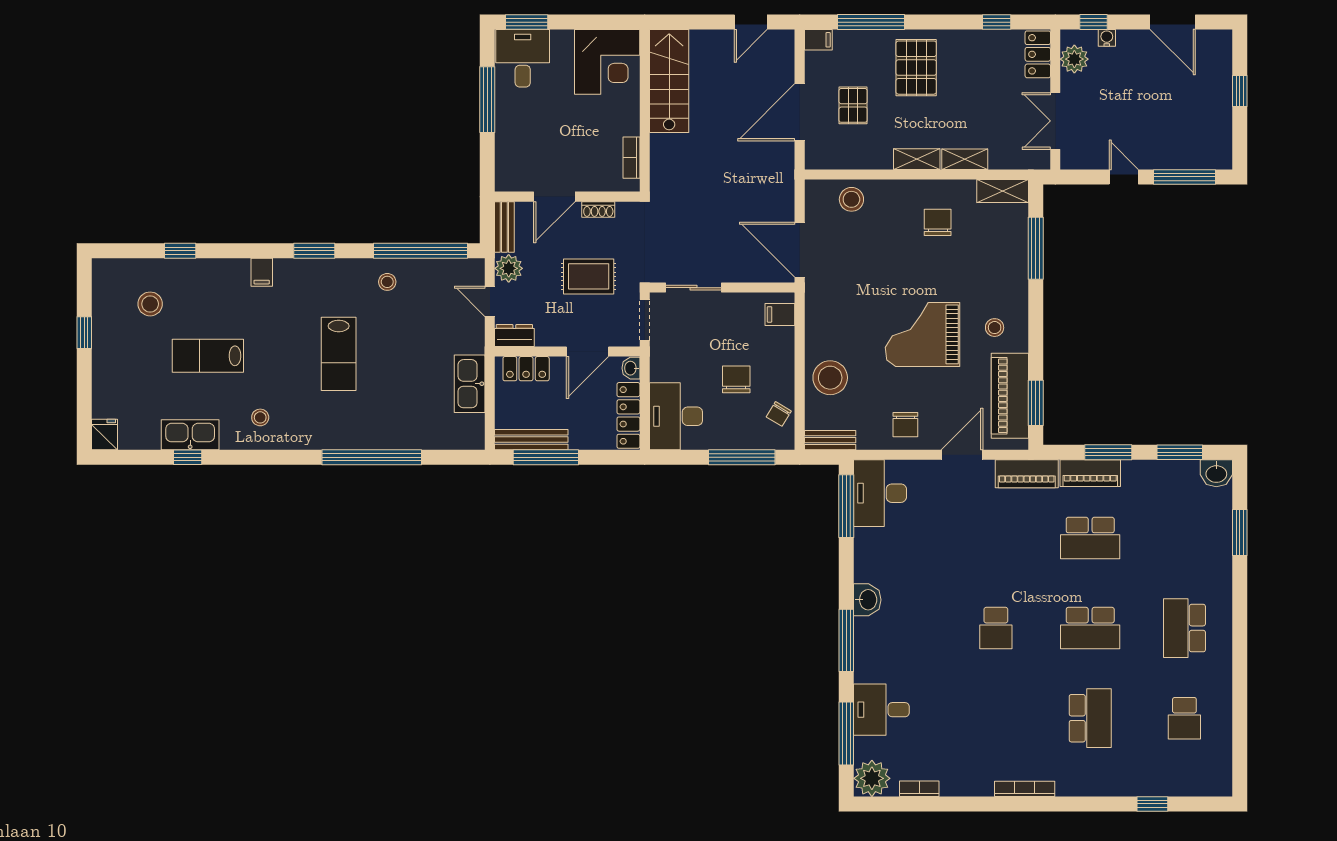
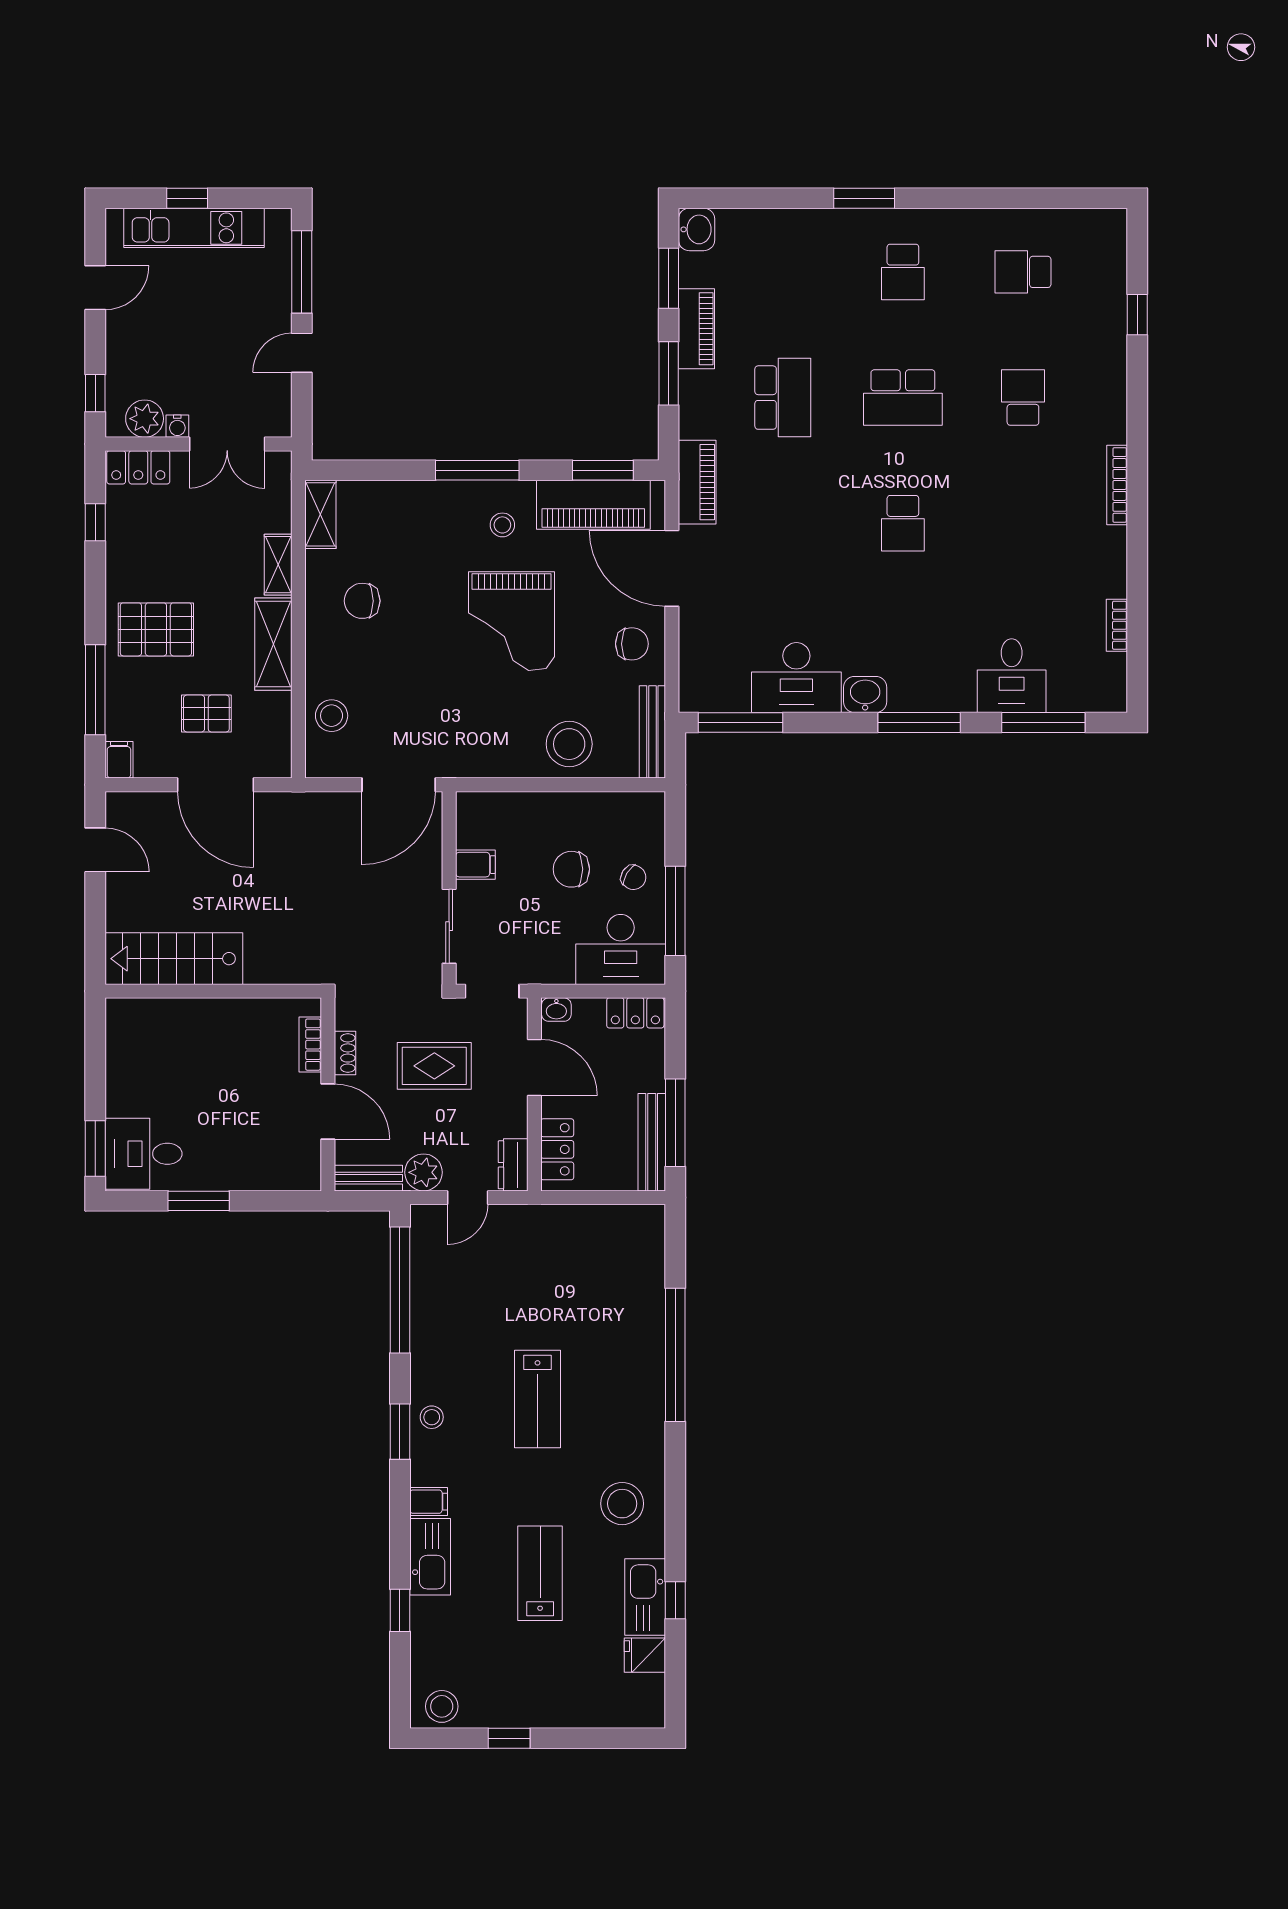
door: (1173, 22) -> (95, 288), width x0.73
water cooler: (1107, 38) -> (177, 426), moved, turned -90
corner desk: (607, 62) -> (148, 1041), removed
kitchen unit: (1217, 96) -> (194, 228), added
window: (487, 100) -> (199, 1201), width x0.69
bookcase: (632, 158) -> (310, 1045), moved, turned 90
shelving: (917, 159) -> (273, 644), width x1.50, depth x1.33
window: (1036, 248) -> (477, 470), moved
rug: (589, 276) -> (434, 1066), turned 90
stool: (387, 282) -> (432, 1417), moved
stool: (150, 304) -> (442, 1706), moved
filing cabinet: (780, 314) -> (475, 865), moved, turned -90
lab bench: (339, 354) -> (537, 1399), turned 90
lab bench: (208, 356) -> (540, 1573), turned 180
kitchen sink: (470, 384) -> (430, 1557), moved, turned -90
chair: (779, 414) -> (633, 877), moved
locker: (628, 415) -> (635, 1013), width x0.66
stool: (260, 417) -> (622, 1504), width x1.89, depth x1.89
fridge: (104, 434) -> (645, 1655), moved
bench: (830, 440) -> (652, 732), width x1.36
door: (962, 455) -> (672, 568), width x1.36
window: (742, 457) -> (675, 911), moved
piano: (1090, 473) -> (696, 329), moved
desk: (880, 493) -> (796, 678), moved
window: (1240, 533) -> (864, 198), moved
school desk: (996, 628) -> (903, 523), turned 90
school desk: (1090, 628) -> (903, 398), turned 90
school desk: (1184, 628) -> (903, 272), width x0.54
school desk: (1090, 718) -> (1023, 398), width x0.54
school desk: (1184, 718) -> (1023, 272), turned 180
plant: (872, 778) -> (1103, 688), removed

